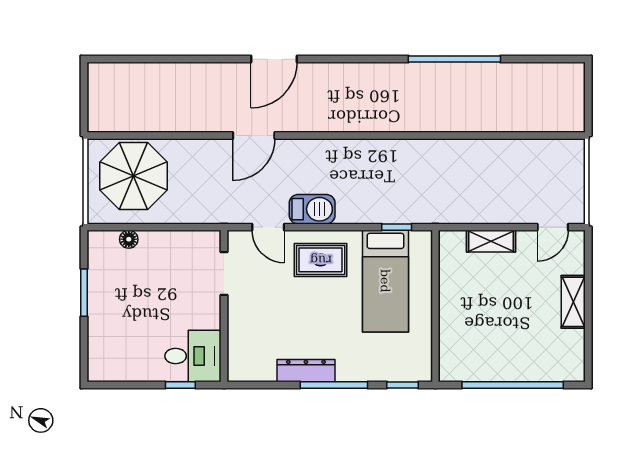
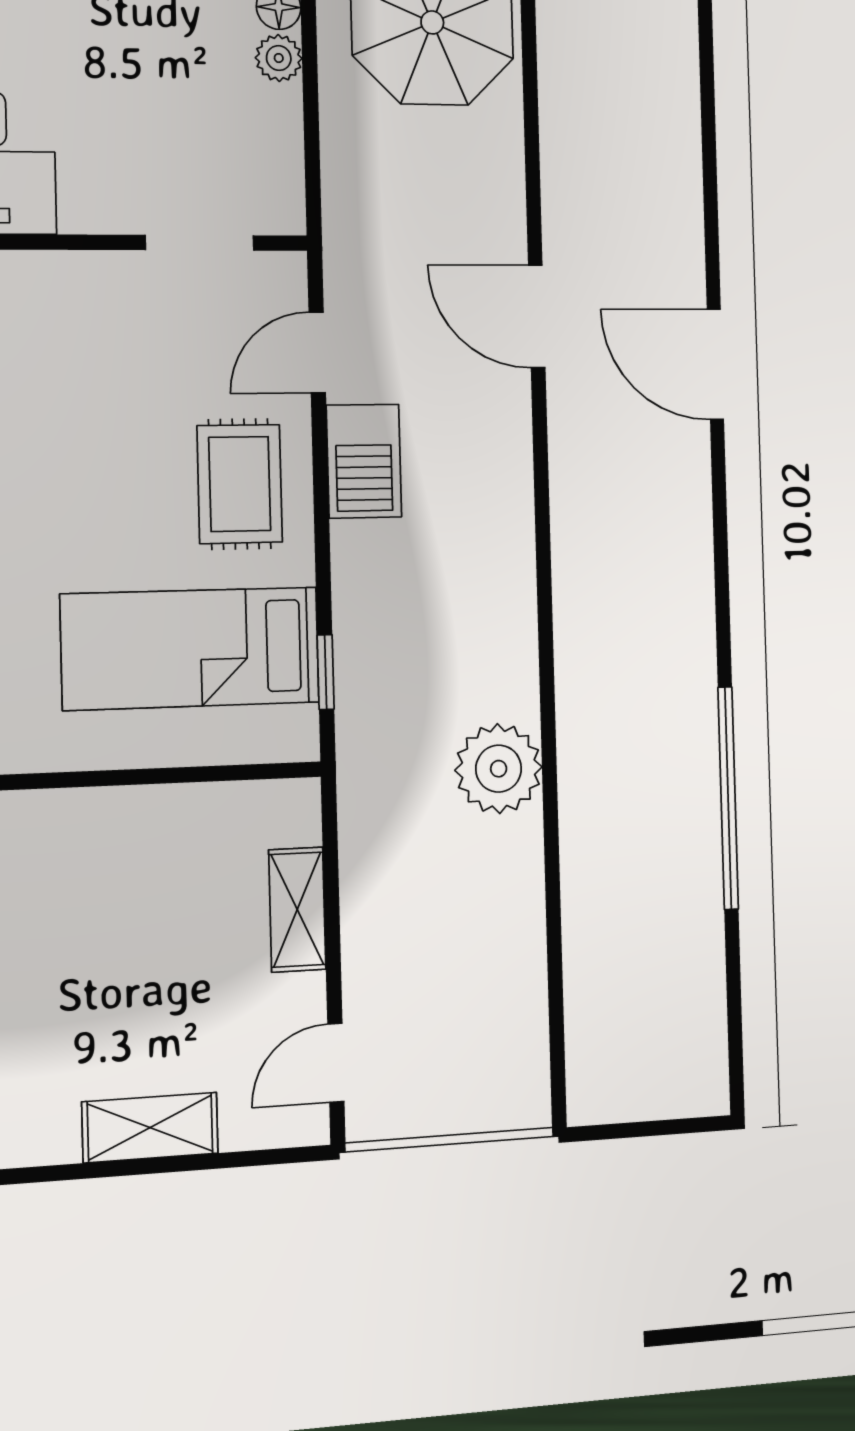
plant: (438, 157) -> (499, 769), added
door: (553, 227) -> (336, 1063), hinge flipped
plant: (149, 240) -> (279, 58), added

